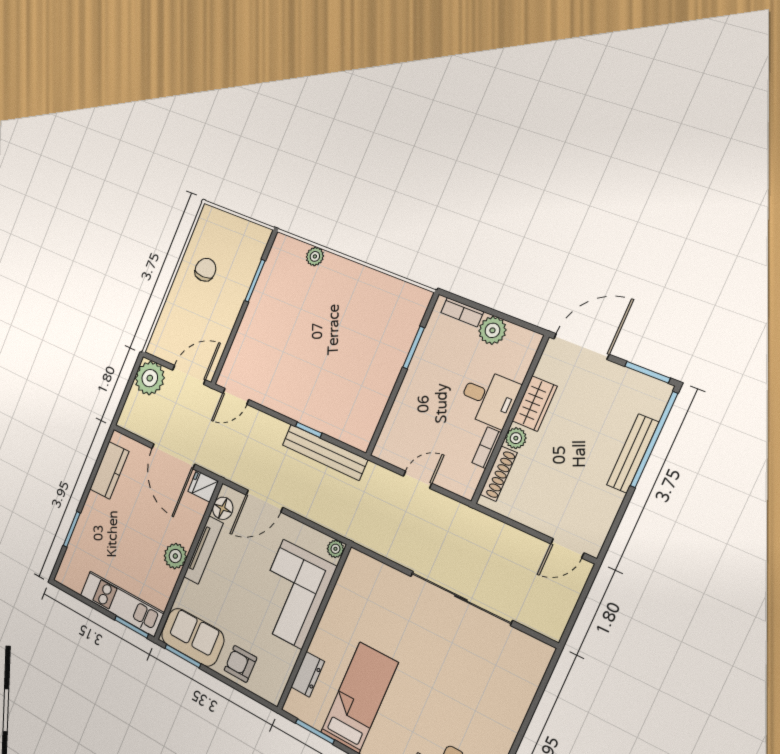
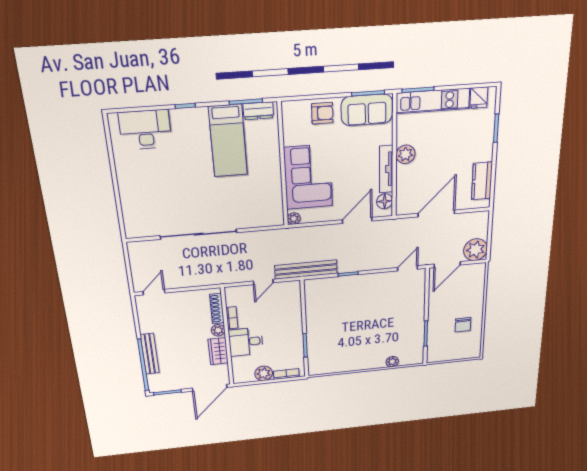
bench: (325, 452) -> (306, 269), moved
door: (173, 456) -> (436, 213), hinge flipped
fridge: (203, 486) -> (479, 98), moved, turned 90
dresser: (308, 674) -> (258, 111), moved, turned -90

